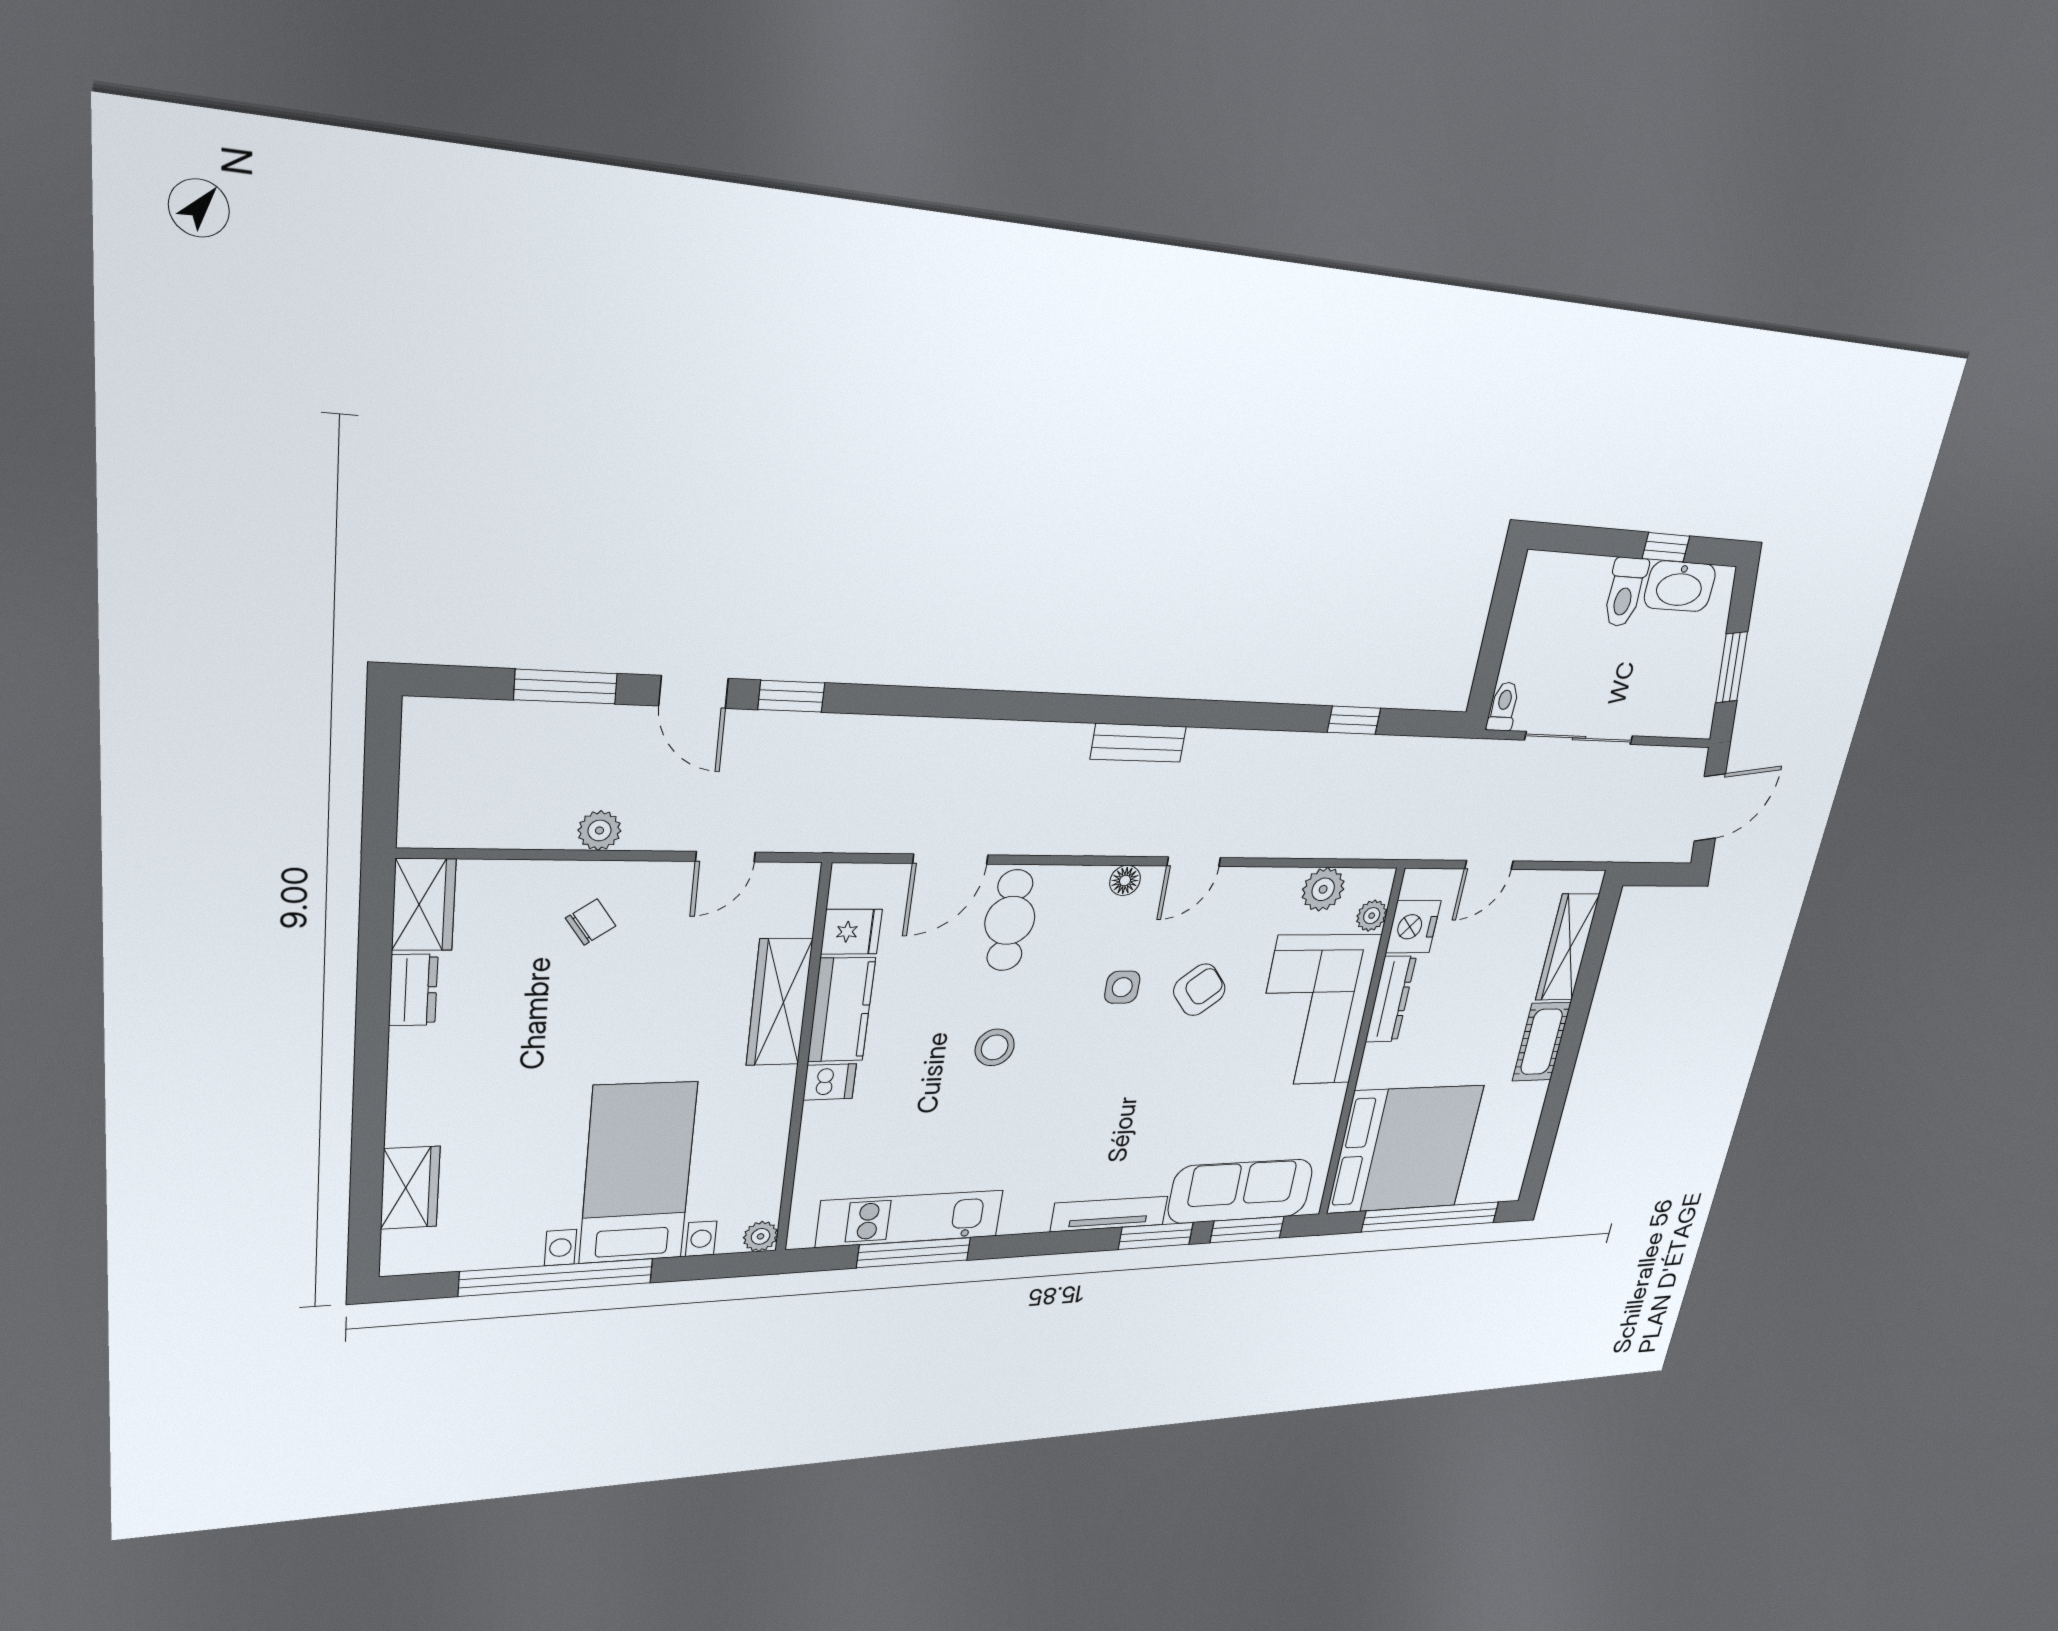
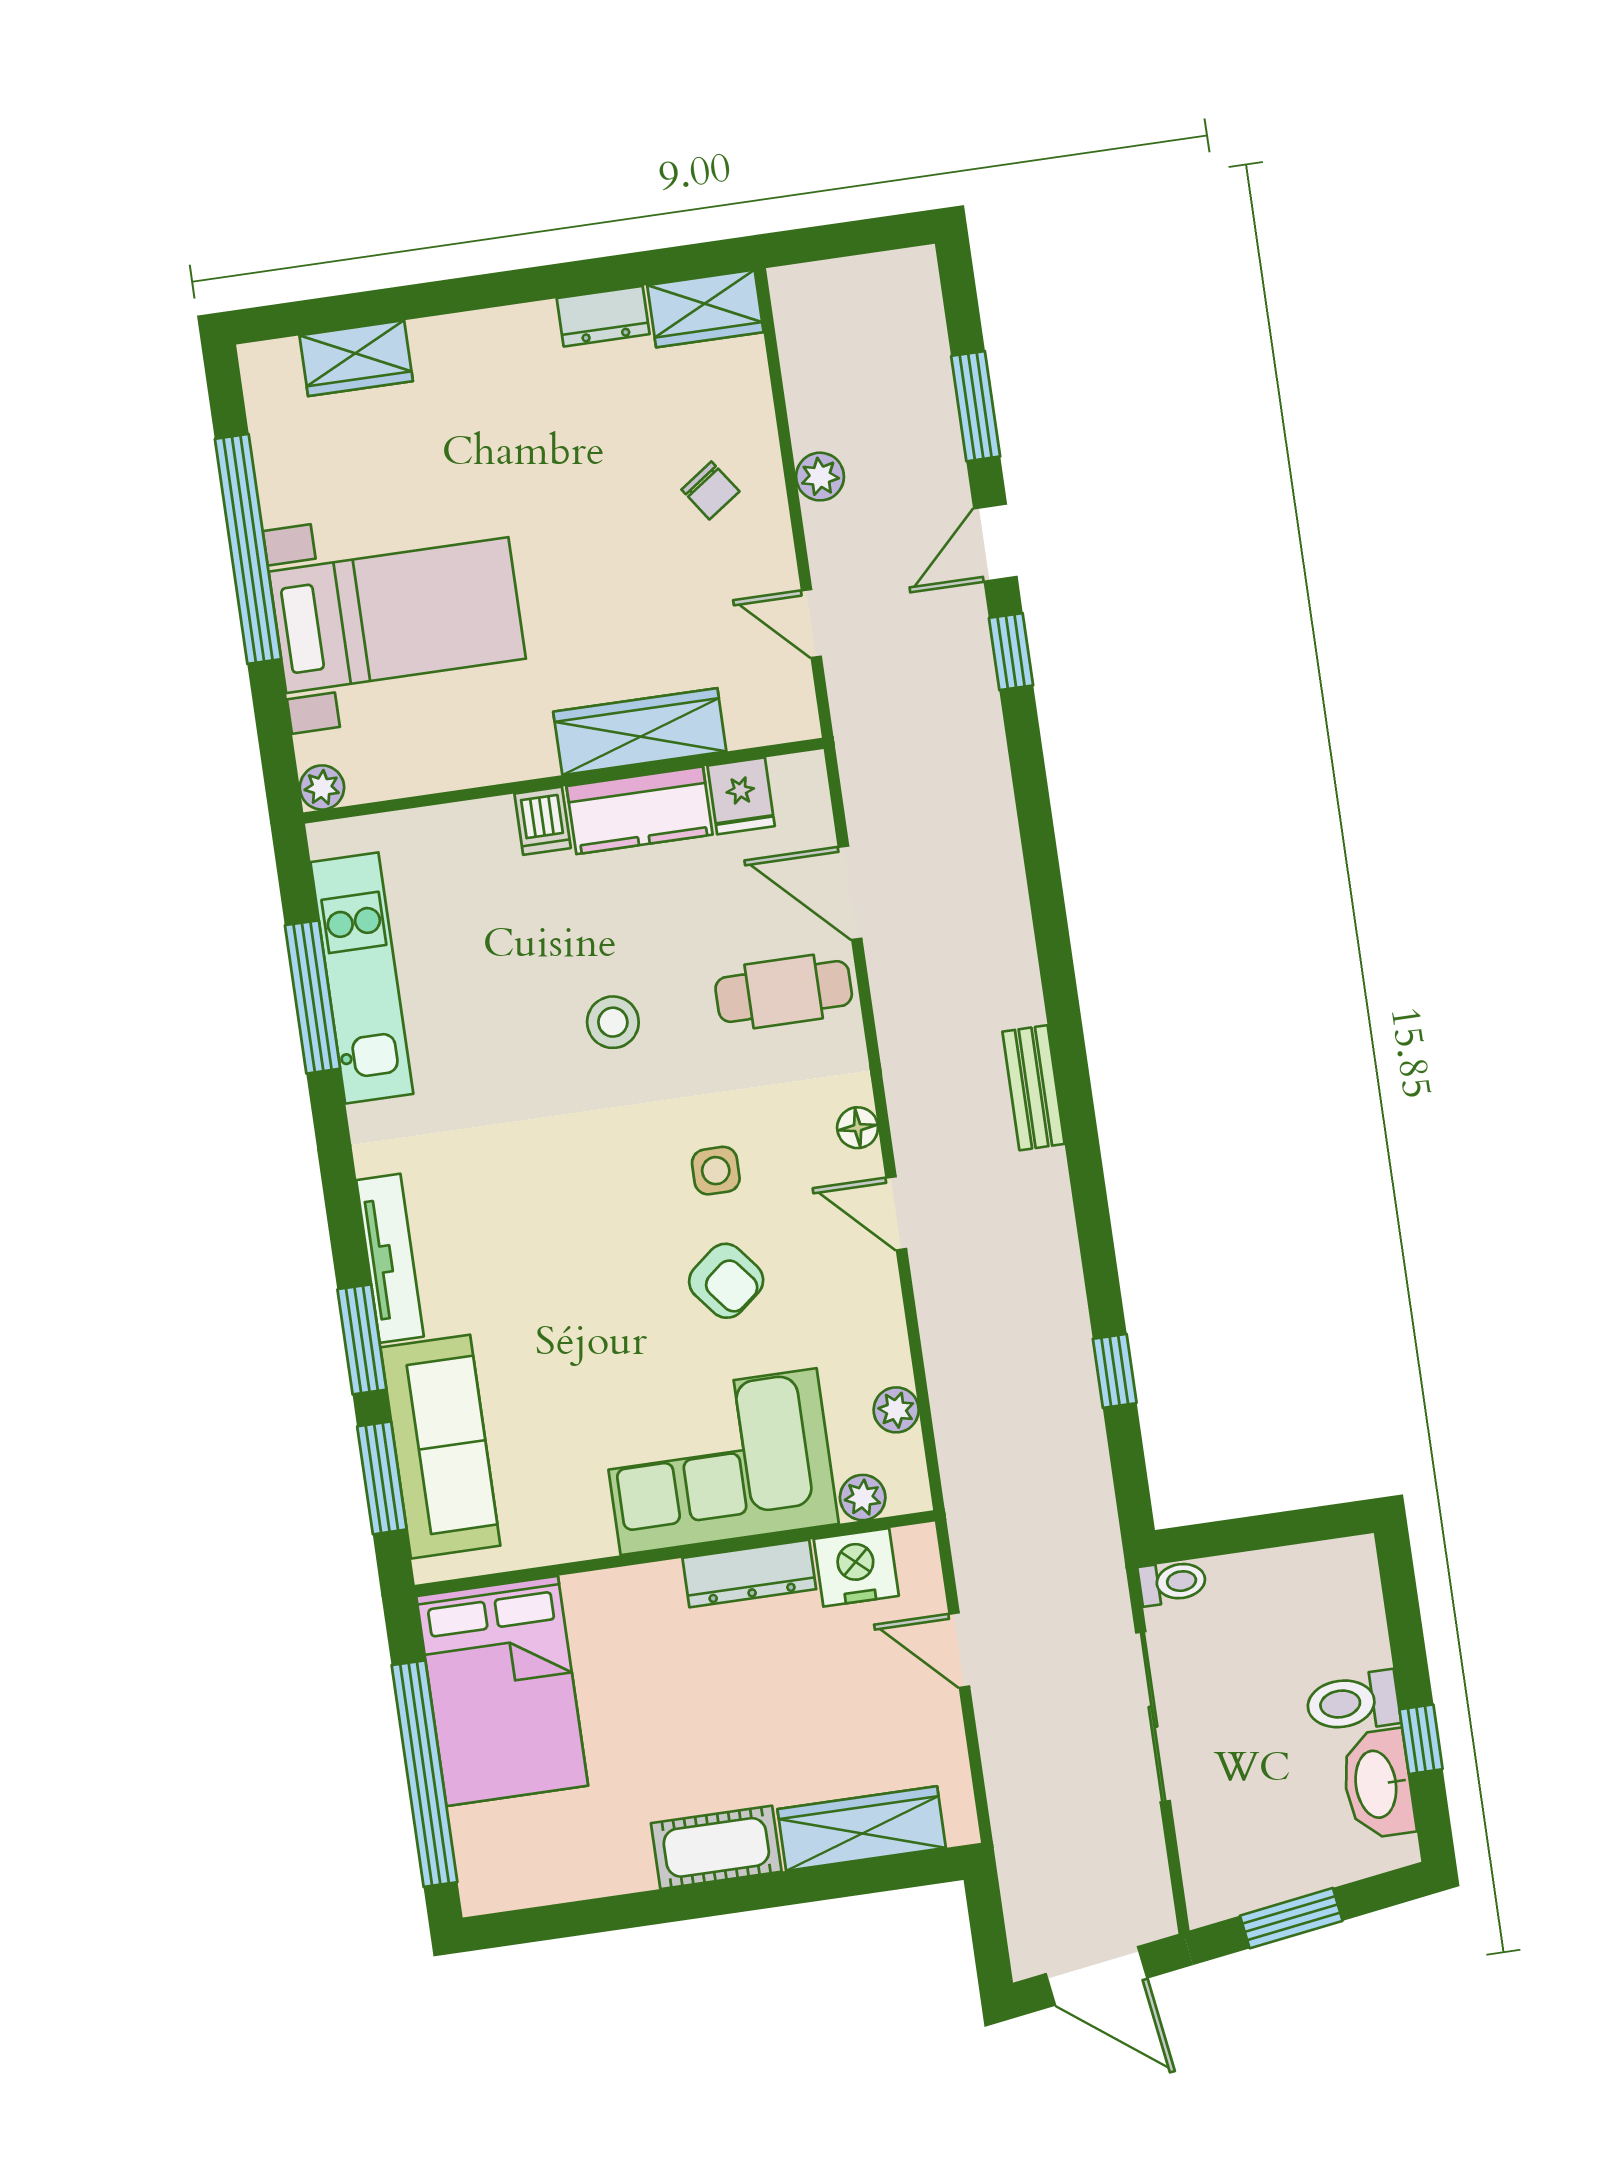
plant: (1323, 889) -> (896, 1410), width x0.73, depth x0.73
bed: (1405, 1149) -> (502, 1691), width x0.73

